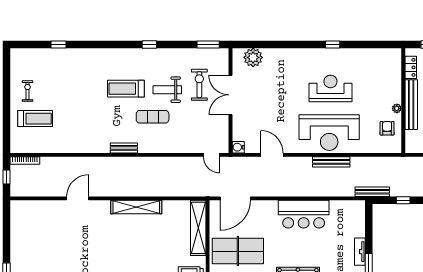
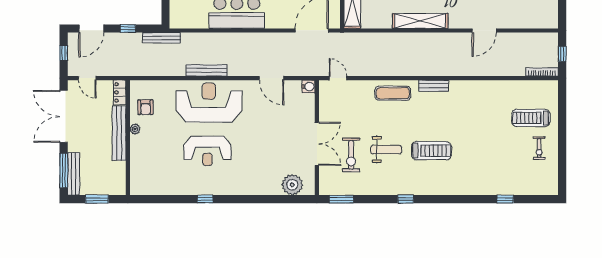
locker: (411, 67) -> (120, 92), moved
exercise mat: (153, 117) -> (393, 93), moved

